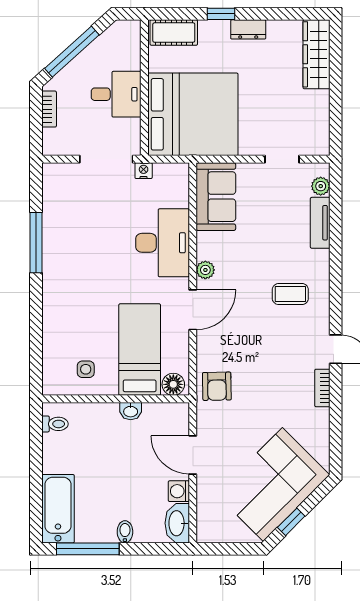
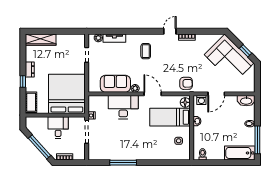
sofa: (216, 197) -> (115, 84), moved
washing machine: (179, 491) -> (201, 100), moved

